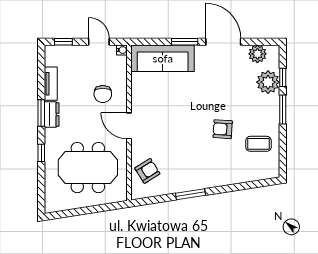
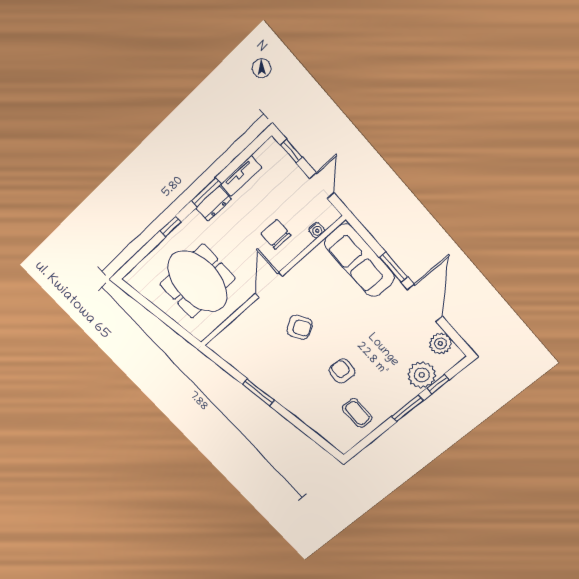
water cooler: (122, 50) -> (317, 230), moved
chair: (103, 94) -> (276, 234), turned 90
armchair: (147, 171) -> (299, 327), moved

